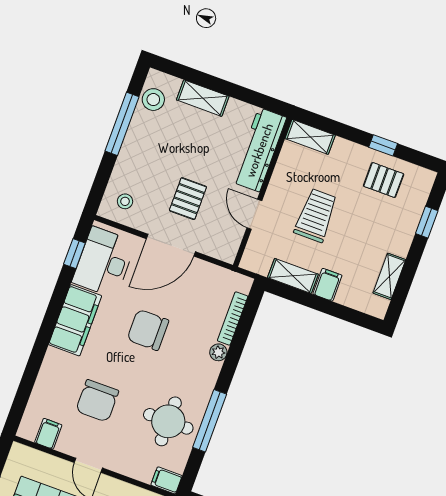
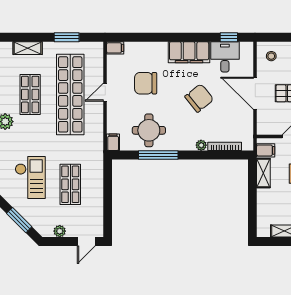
desk: (104, 262) -> (225, 57), width x0.73
filing cabinet: (327, 285) -> (266, 150), moved
chair: (148, 330) -> (199, 98), turned 51
filing cabinet: (48, 434) -> (115, 48), moved

